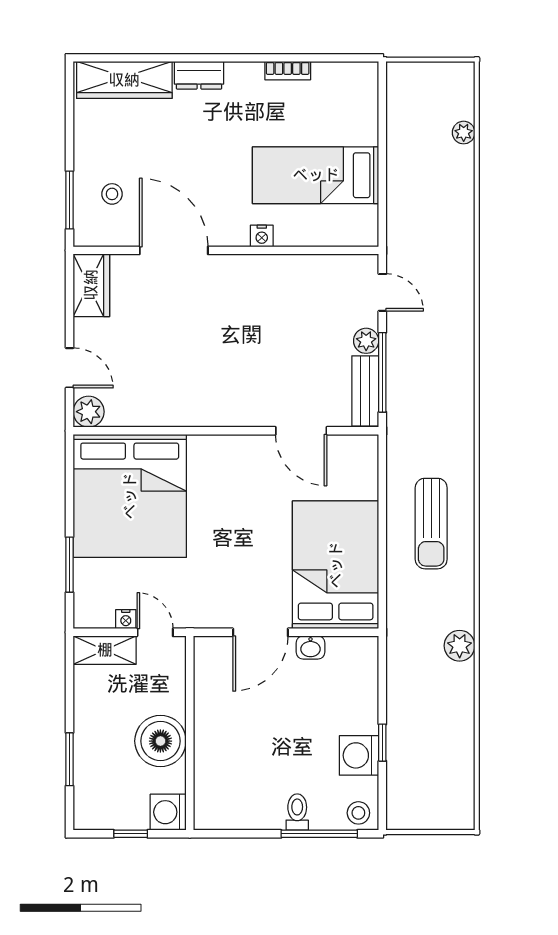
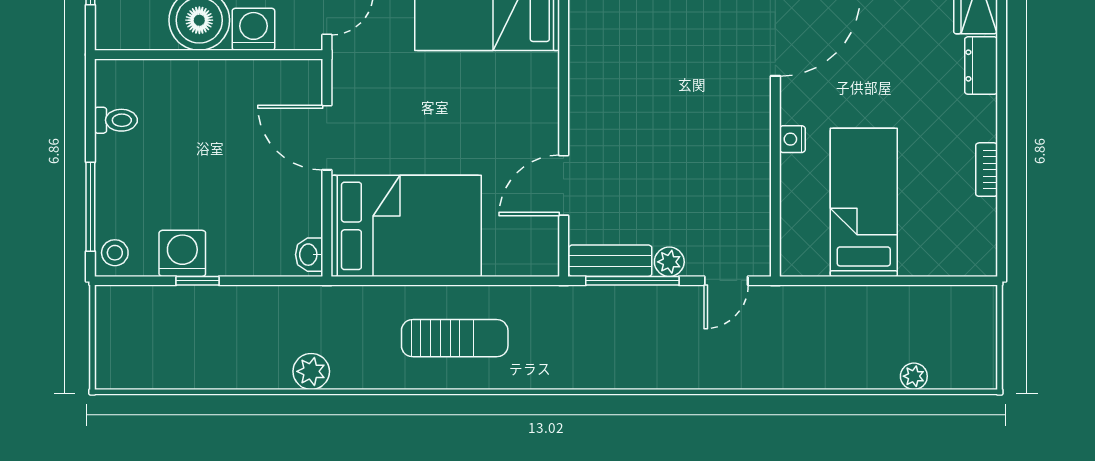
sun lounger: (431, 524) -> (455, 338), turned 180
washbasin: (310, 647) -> (309, 255), moved
washing machine: (168, 812) -> (253, 29), moved
toilet: (297, 812) -> (116, 120), moved

